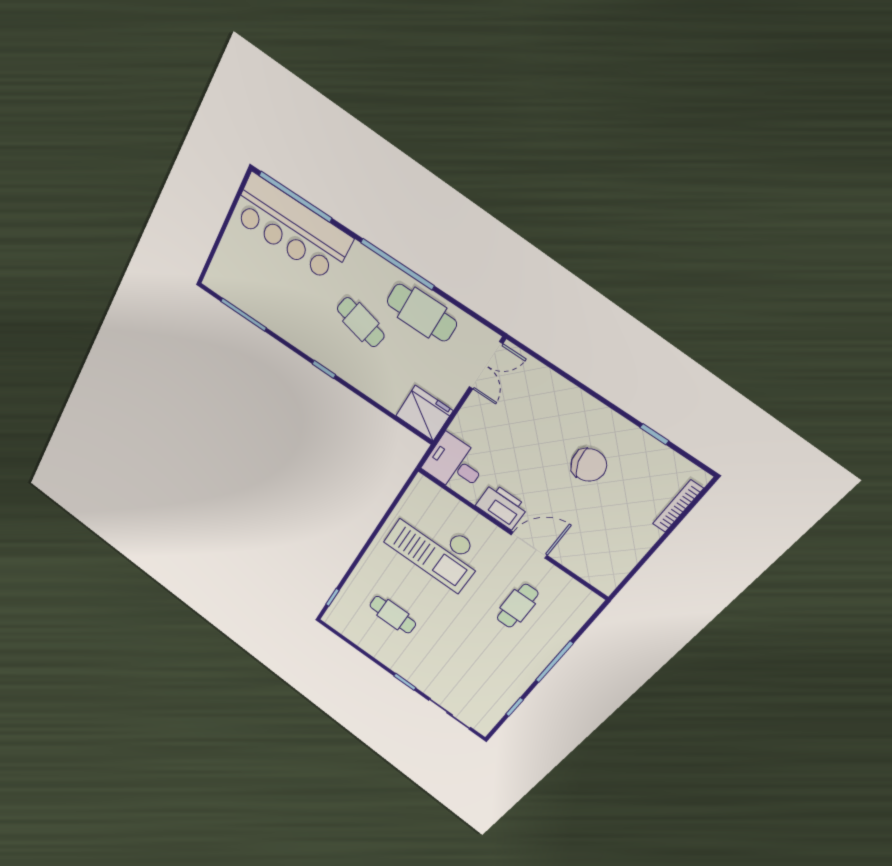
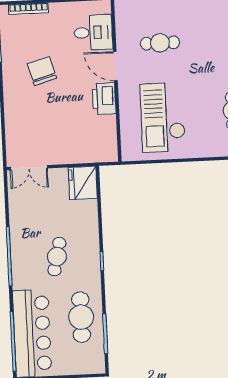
cafe table: (422, 313) -> (81, 317), moved
double door: (486, 365) -> (29, 168), swing flipped
desk: (455, 464) -> (93, 32), moved, turned -90
checkout: (435, 548) -> (163, 117), turned 180

